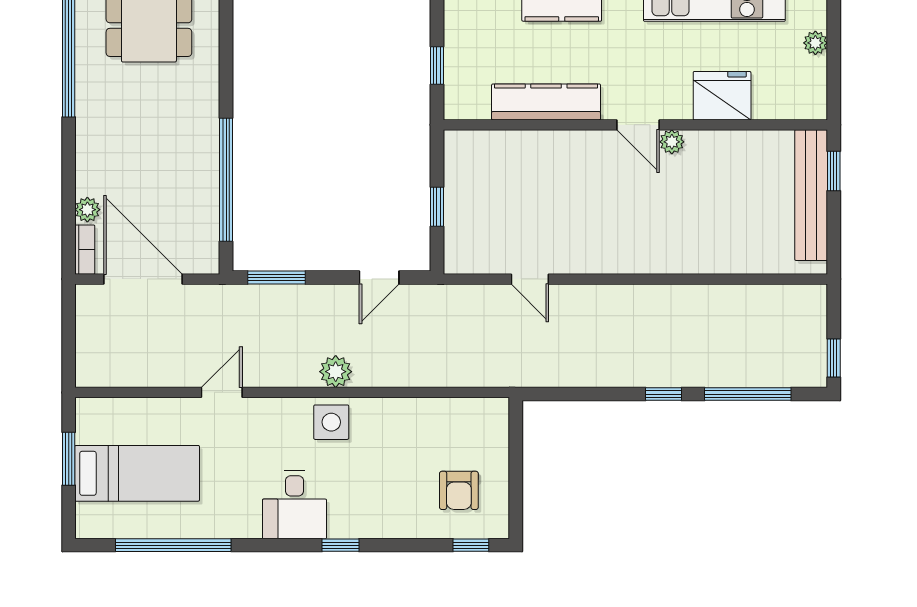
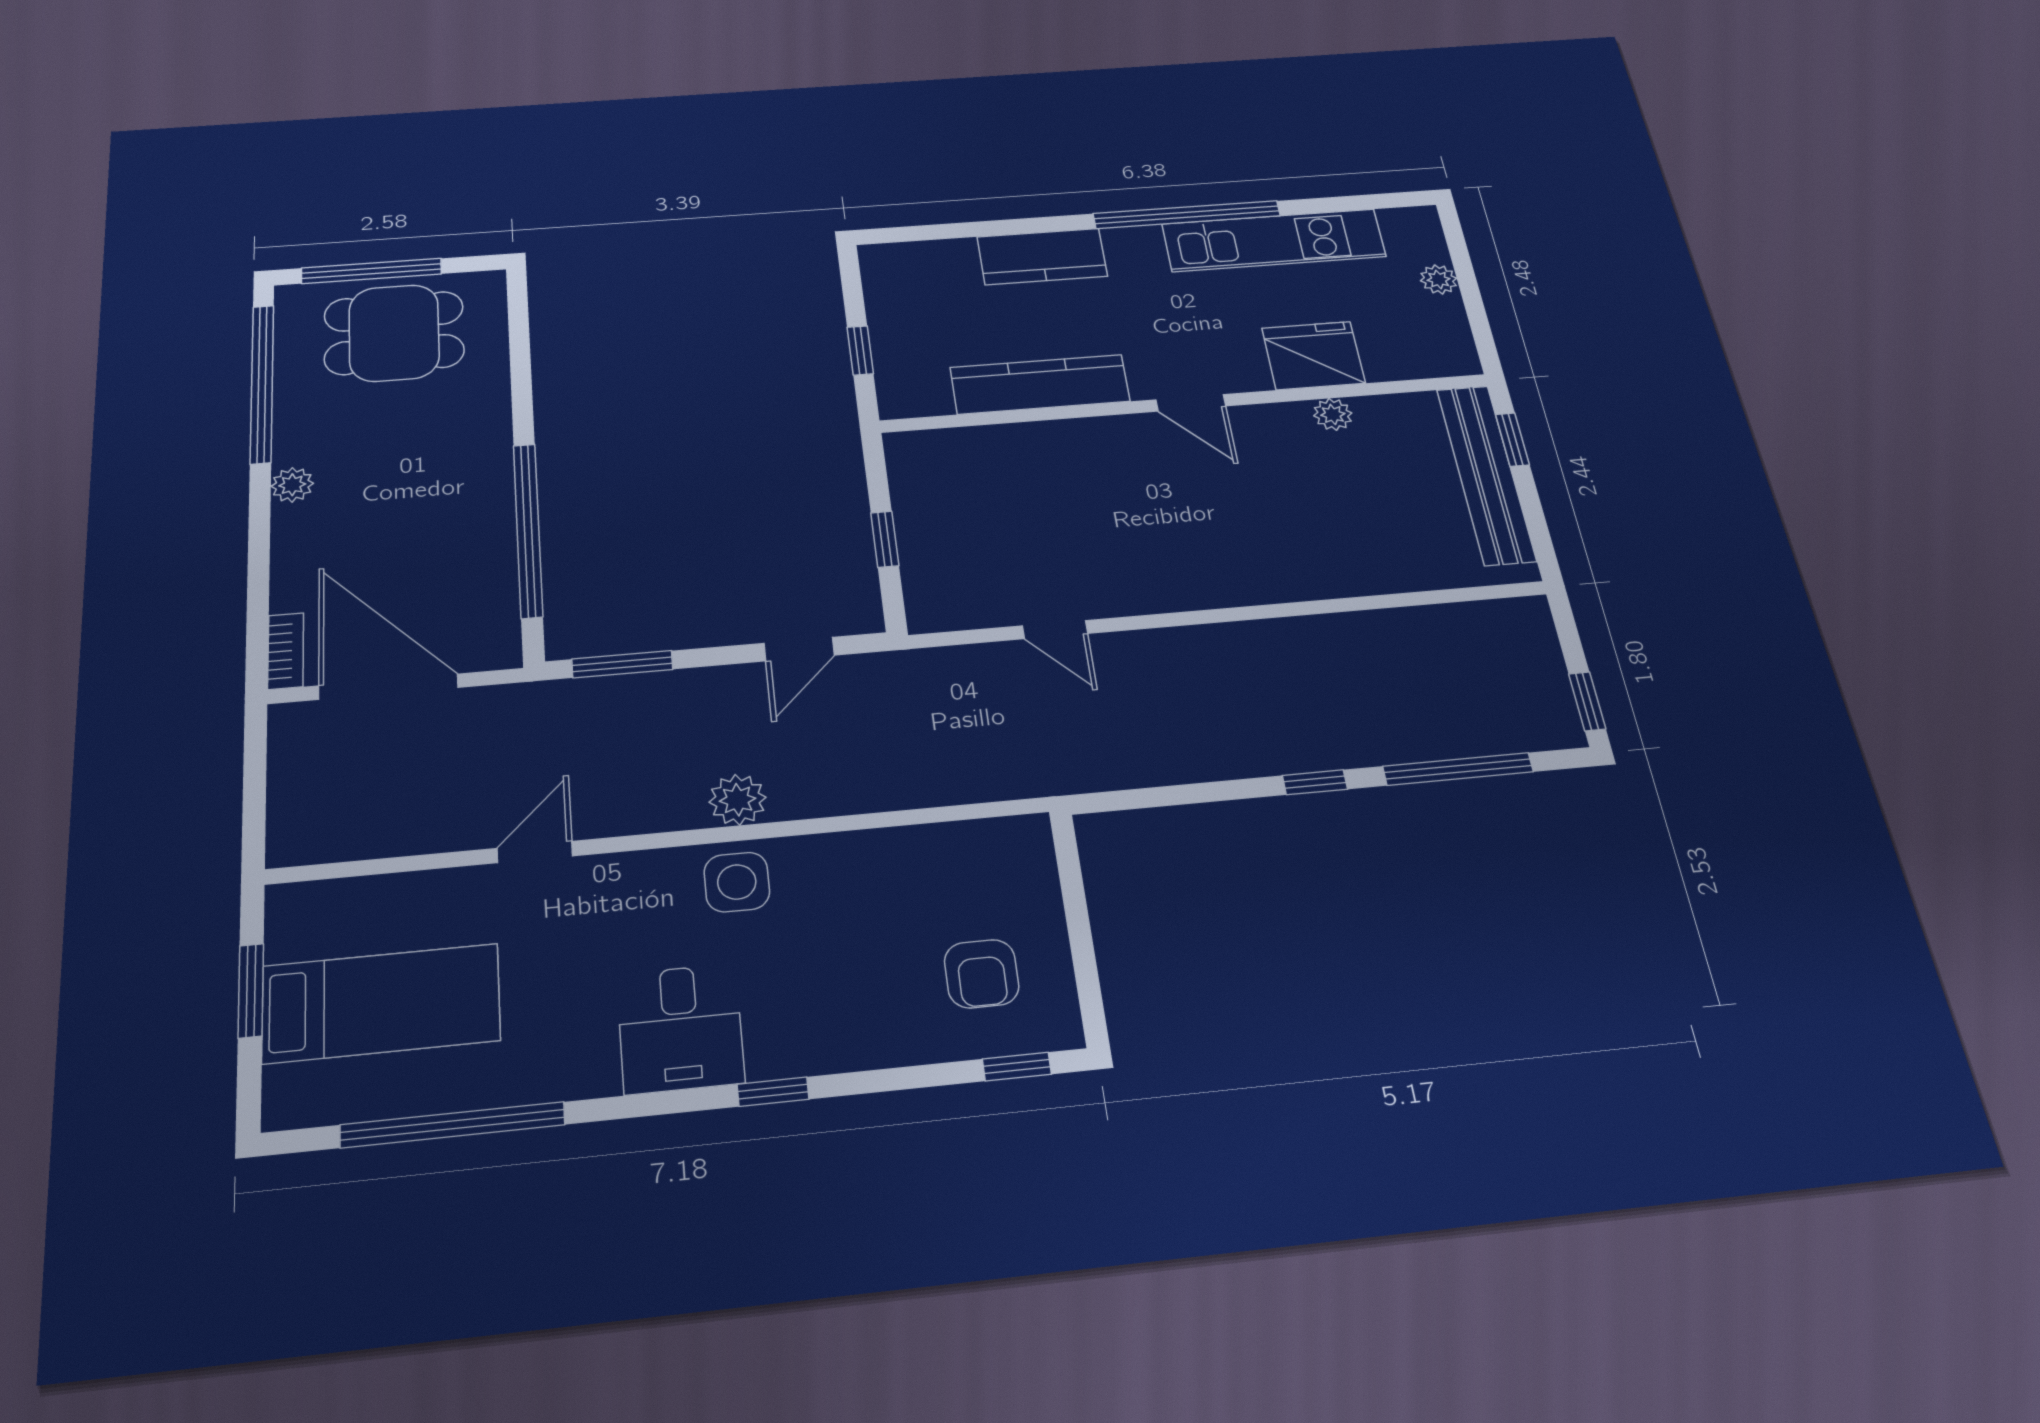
plant: (672, 142) -> (1333, 414), moved
plant: (87, 210) -> (292, 485), moved

